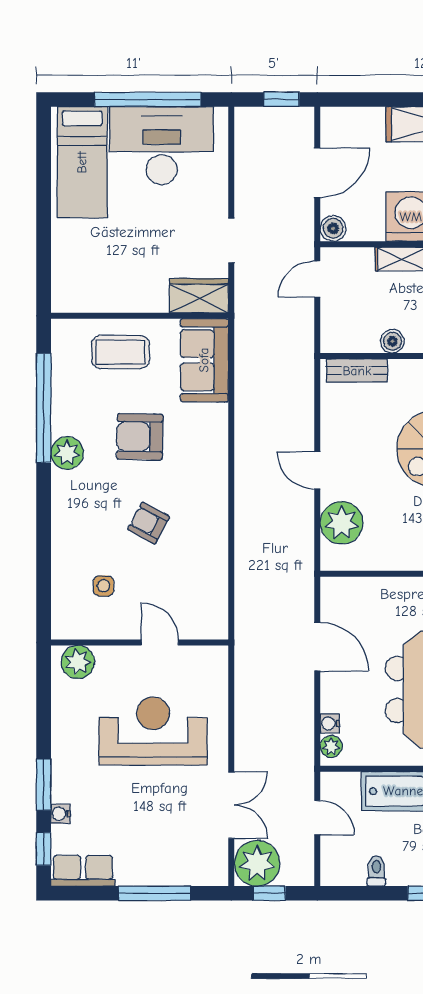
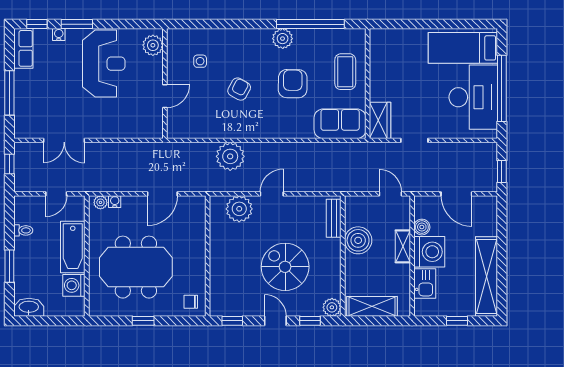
boiler: (333, 228) -> (422, 227), moved
boiler: (392, 341) -> (358, 240), width x1.86, depth x1.86
reception desk: (153, 731) -> (104, 64), moved
plant: (257, 863) -> (230, 156), moved

